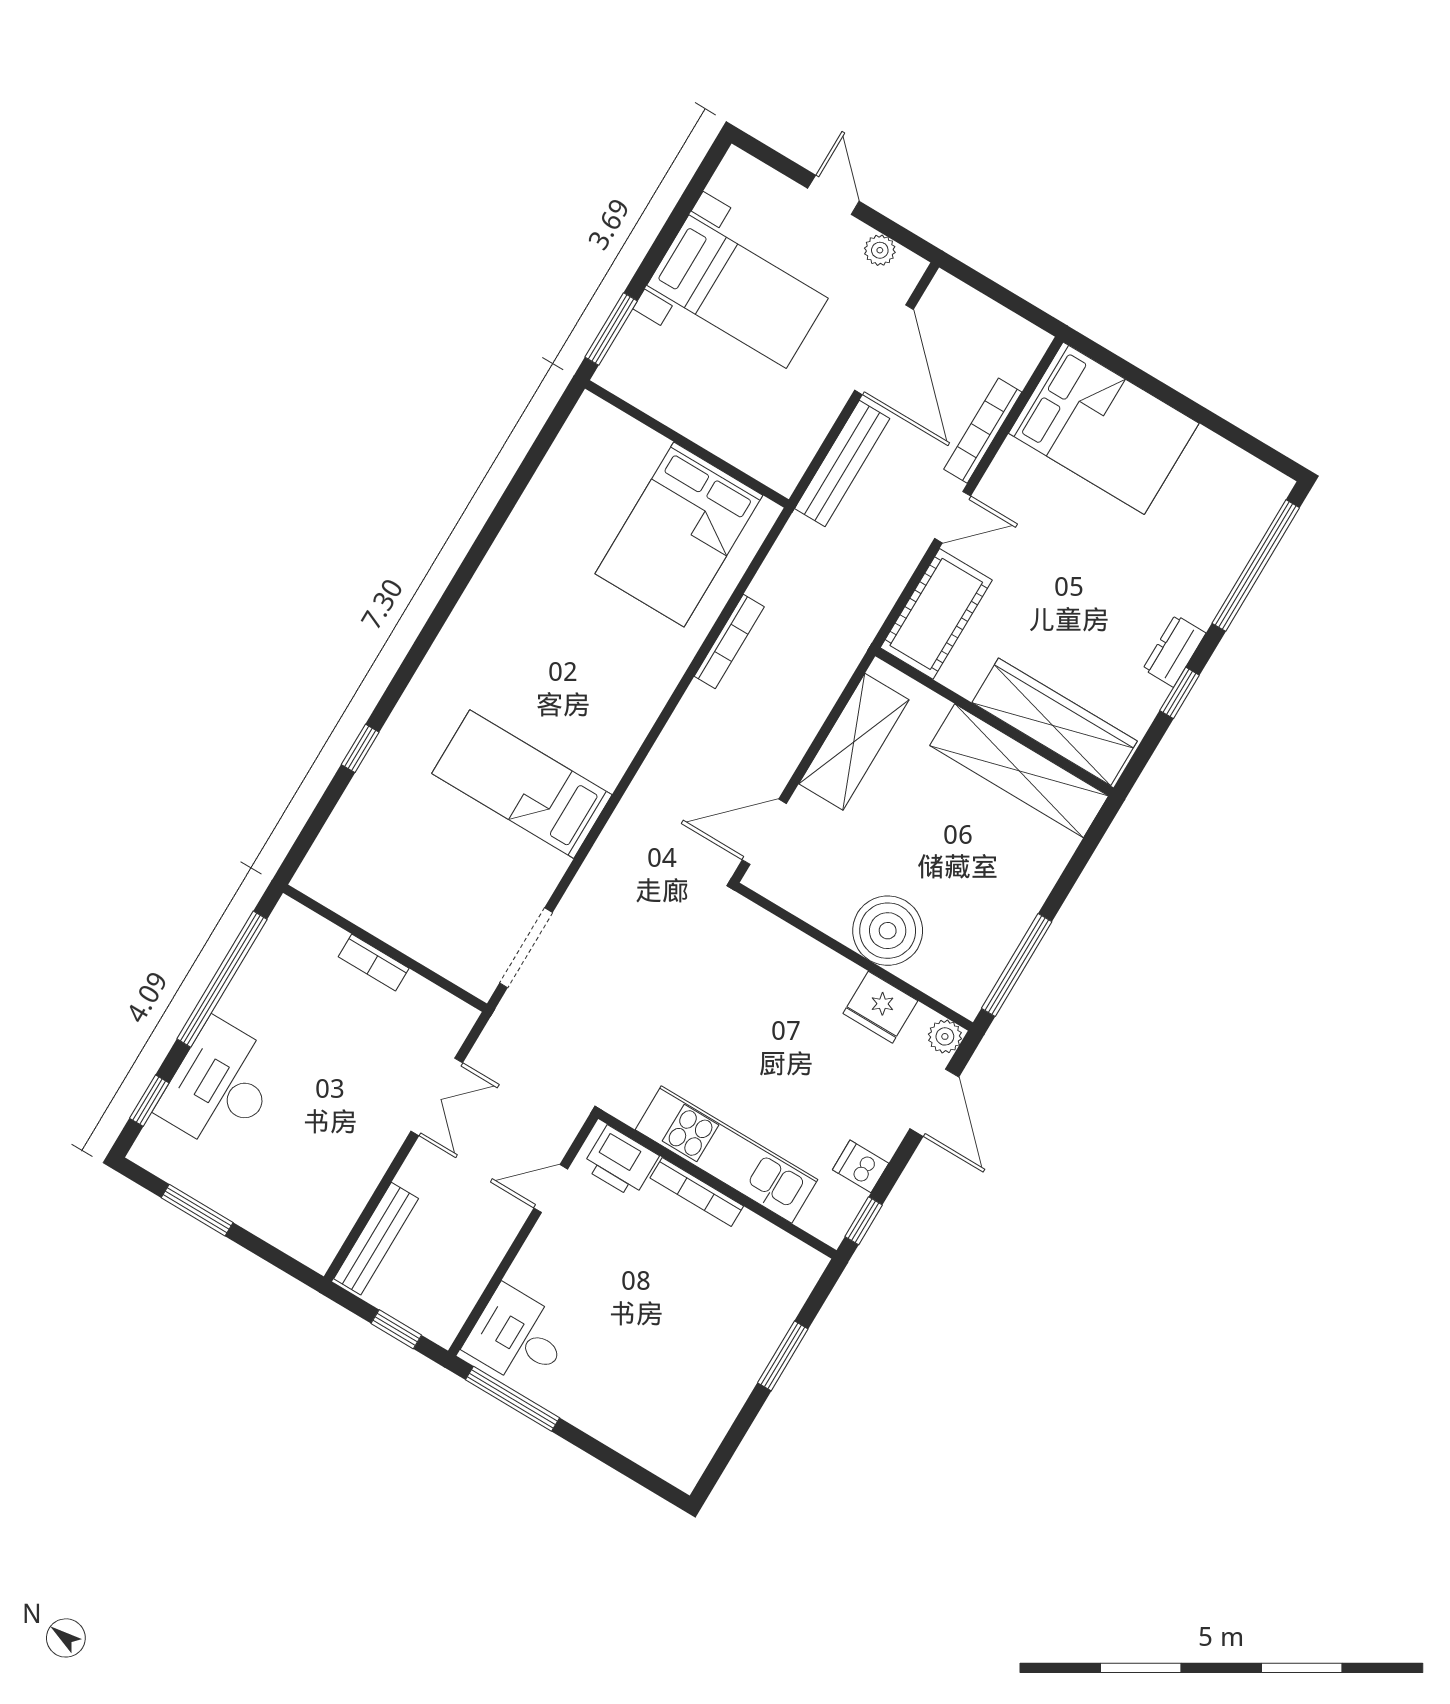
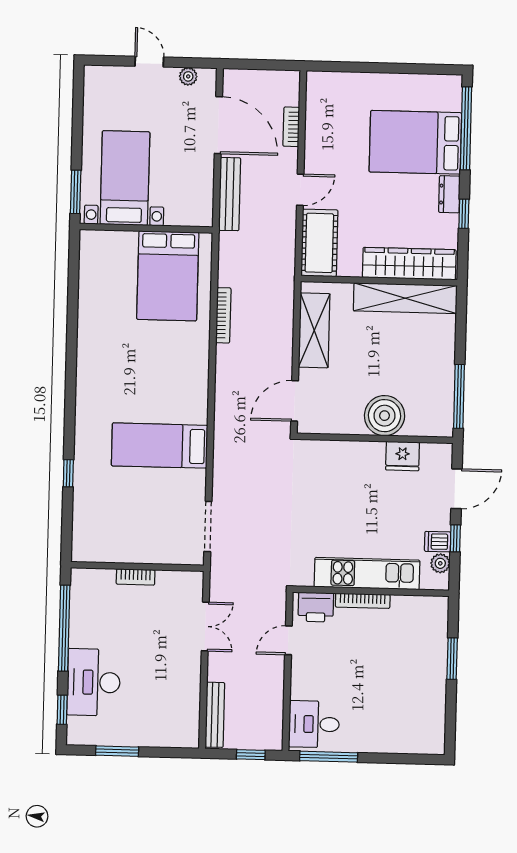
bed with nightstands: (738, 292) -> (125, 178), moved, turned -90
bed: (1104, 428) -> (415, 142), moved, turned 180
bookcase: (983, 431) -> (291, 127), width x0.64
plant: (945, 1036) -> (440, 563), moved
door: (934, 1103) -> (457, 489), hinge flipped
window: (864, 1221) -> (455, 538), moved

